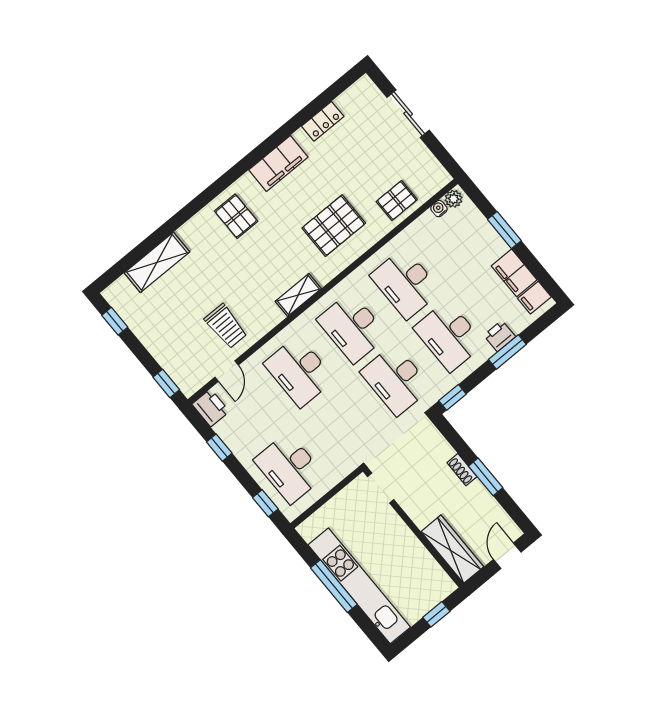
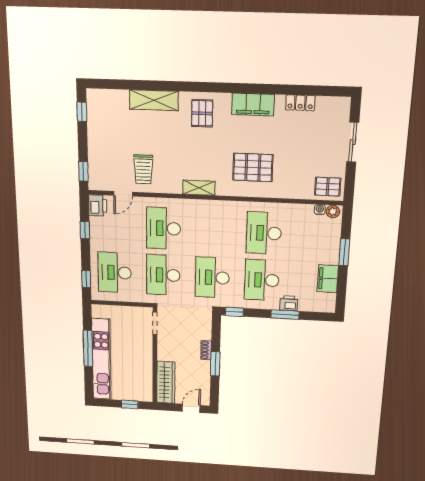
pallet: (397, 201) -> (328, 187), moved
shelving: (157, 262) -> (154, 100), moved
filing cabinet: (534, 298) -> (326, 300), removed
desk: (352, 327) -> (163, 275), moved

